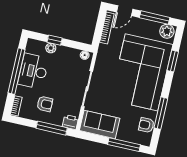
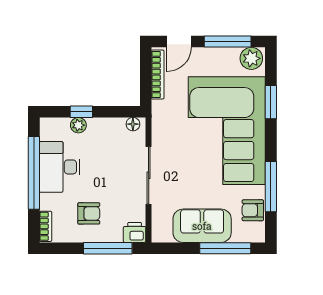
sofa: (100, 124) -> (202, 226), moved

